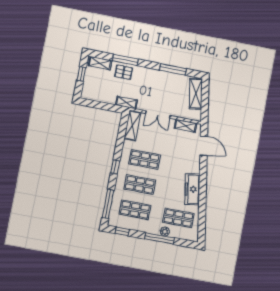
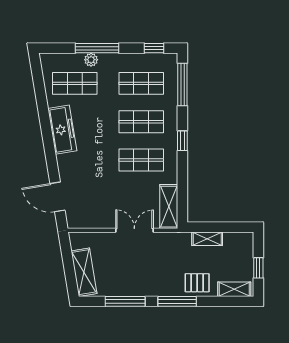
window: (125, 60) -> (177, 301), moved
shelving: (126, 103) -> (207, 239), moved
shelving: (185, 126) -> (90, 221), removed

